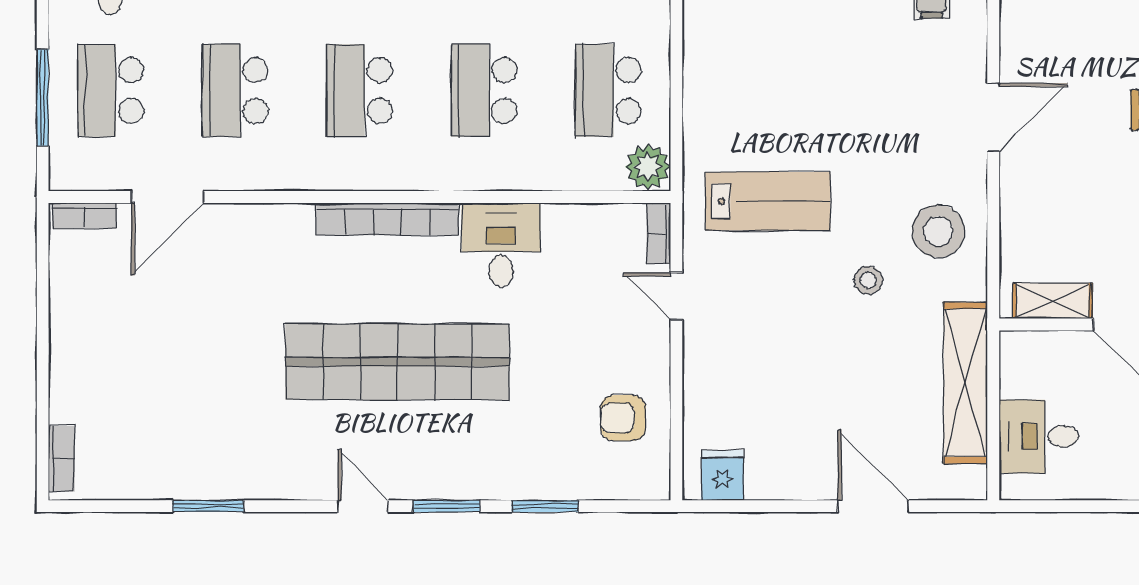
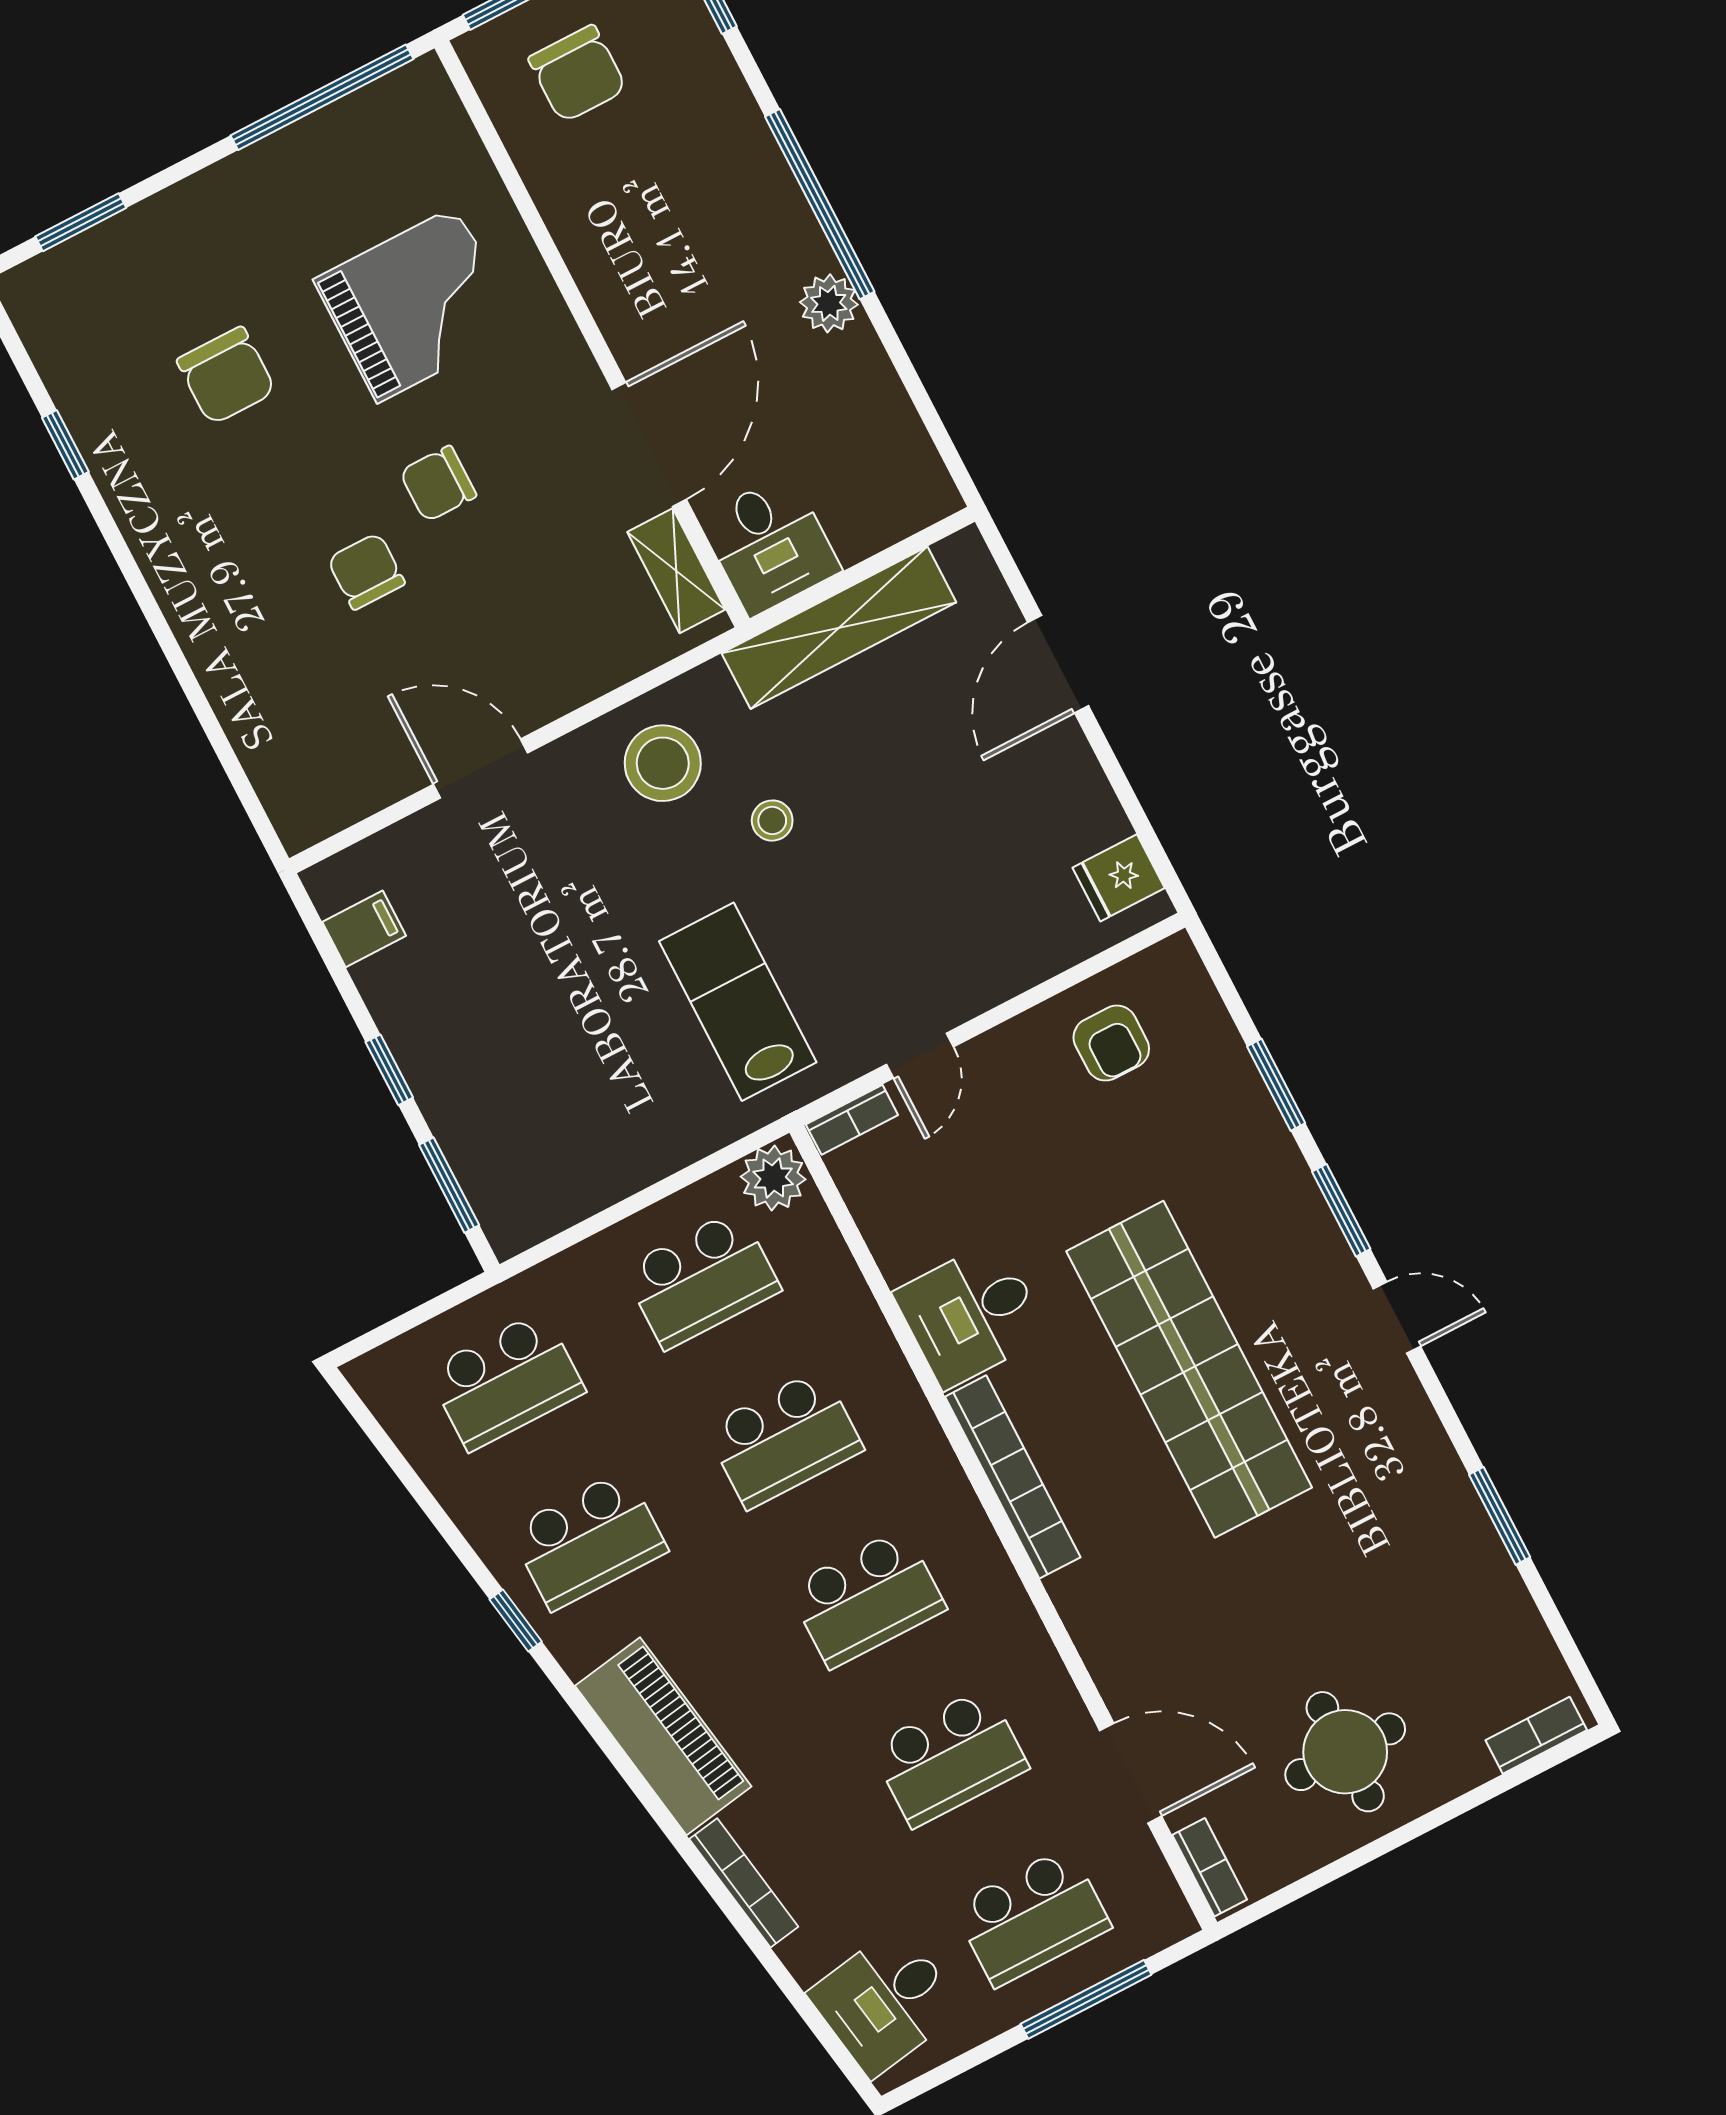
round table: (112, 336) -> (1345, 1752), added
desk: (1039, 436) -> (770, 545), moved
door: (363, 506) -> (1397, 1318), swing flipped

